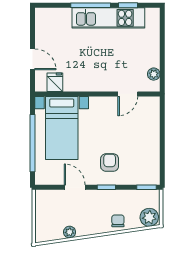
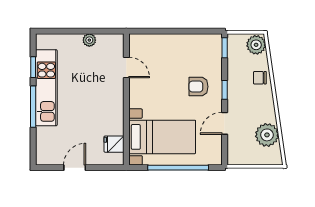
door: (33, 59) -> (75, 168), moved
plant: (154, 74) -> (89, 40), moved
plant: (70, 232) -> (267, 135), width x1.88, depth x1.88

